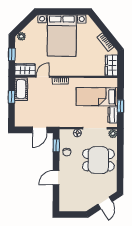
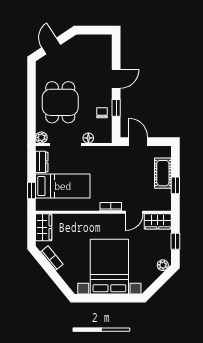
cot: (21, 89) -> (163, 173), moved
window: (120, 106) -> (31, 190), moved
door: (40, 130) -> (138, 142), hinge flipped
window: (56, 145) -> (116, 108), moved
dining table: (98, 160) -> (60, 102), turned 90

